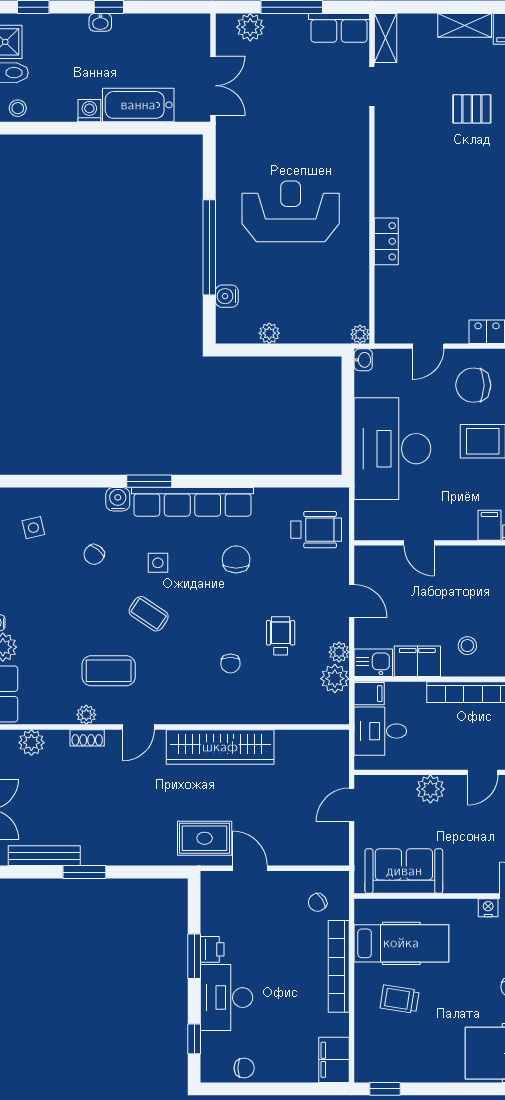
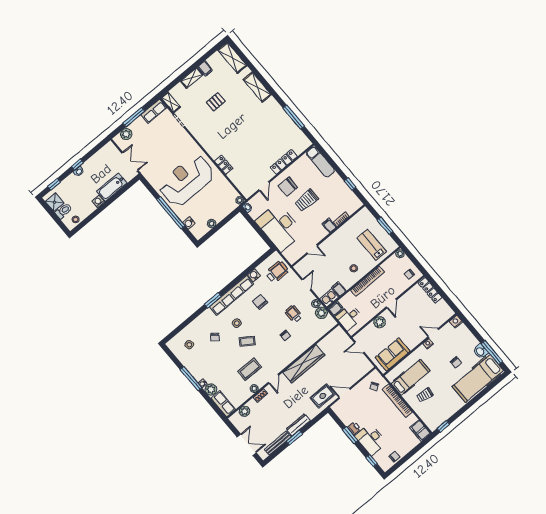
reception desk: (291, 211) -> (186, 180), width x1.36, depth x1.30
water cooler: (118, 499) -> (254, 275), moved
door: (352, 601) -> (306, 285), hinge flipped
filing cabinet: (417, 661) -> (339, 289), width x0.50
door: (352, 805) -> (359, 347), hinge flipped
dresser: (112, 854) -> (298, 425), added

